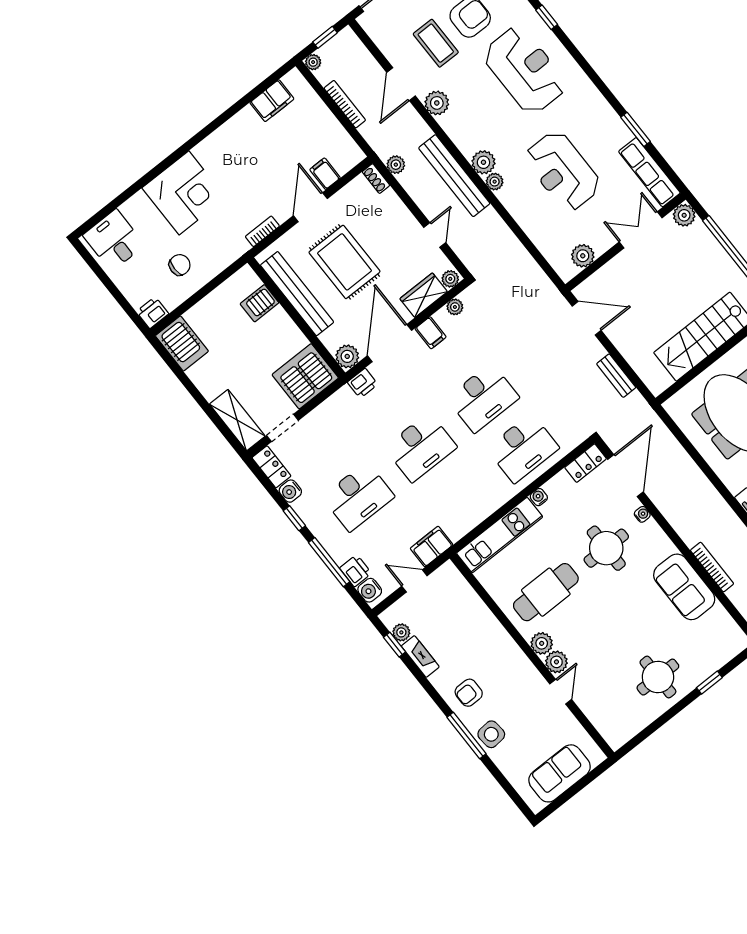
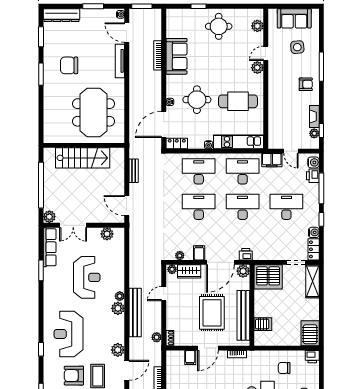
desk: (460, 498) -> (243, 171), added
plant: (542, 643) -> (257, 26), moved
side table: (491, 734) -> (297, 47), moved

